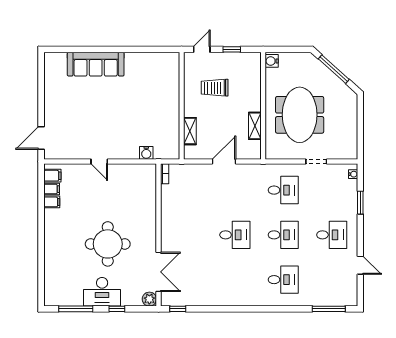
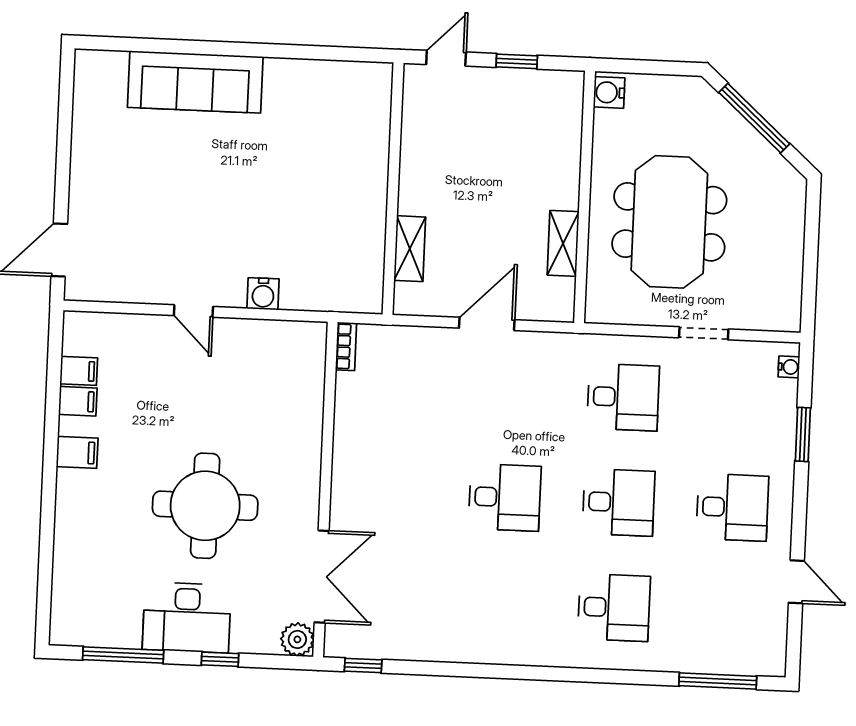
trolley: (215, 88) -> (472, 149), removed
water cooler: (146, 153) -> (263, 294), moved
filing cabinet: (52, 176) -> (77, 452), moved

